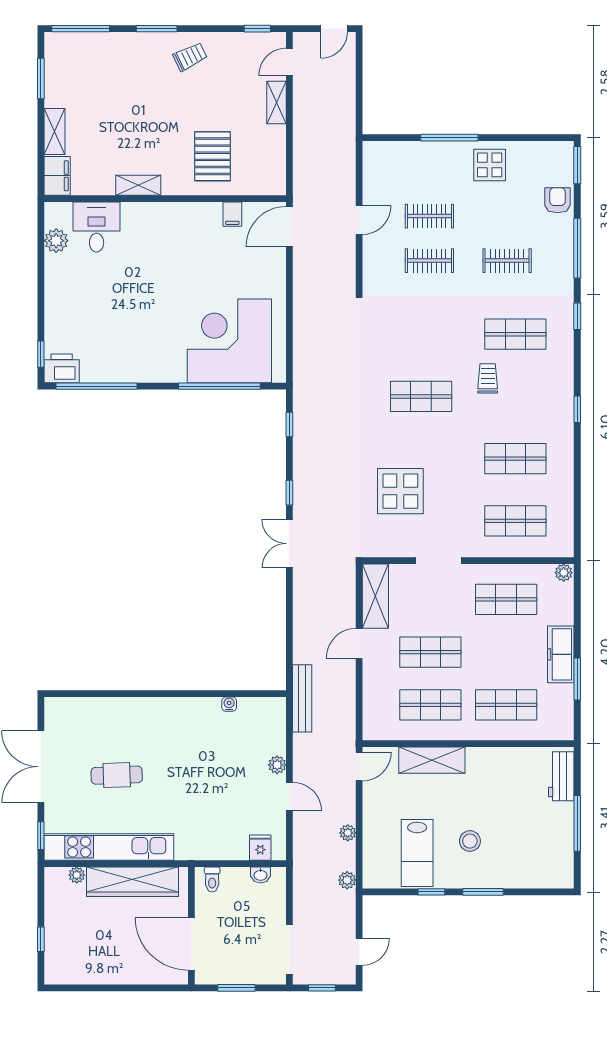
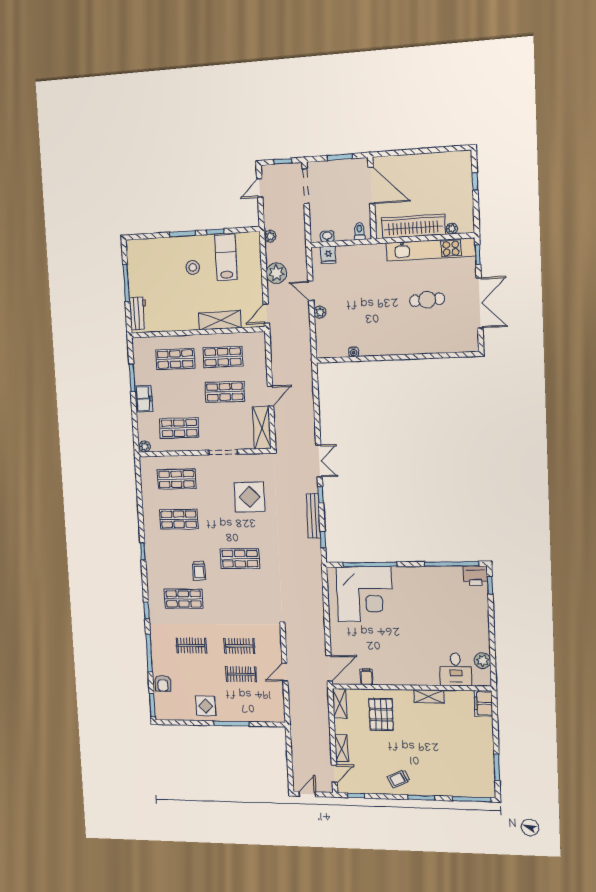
shelving: (55, 131) -> (340, 703), moved
freezer: (561, 654) -> (144, 399), width x0.71
bench: (302, 698) -> (313, 516), moved
plant: (348, 833) -> (276, 273), width x1.88, depth x1.88

